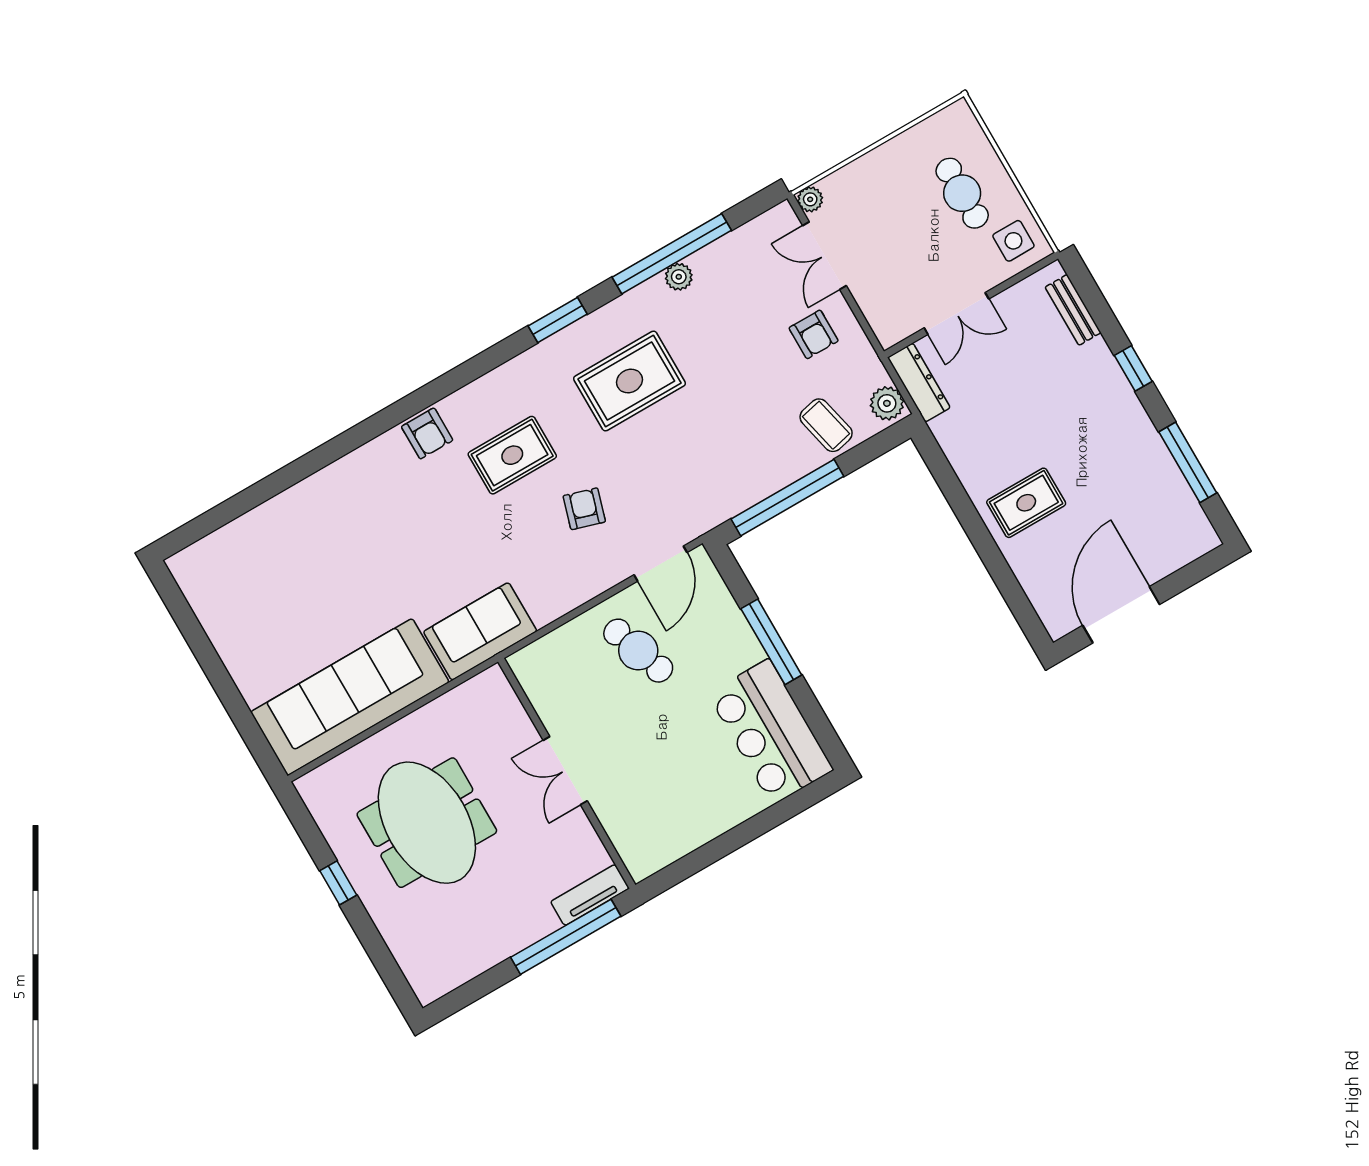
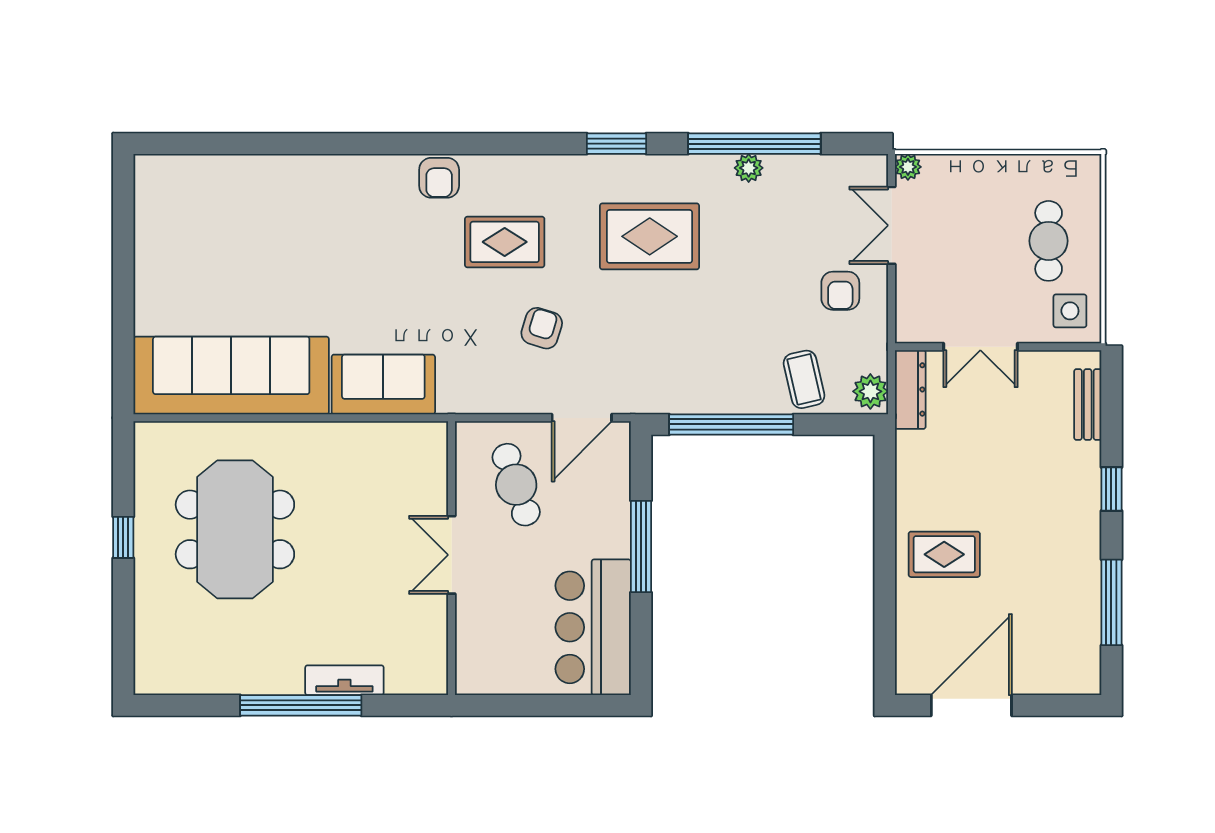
double door: (565, 771) -> (452, 555), moved
wall: (567, 773) -> (452, 558), moved

